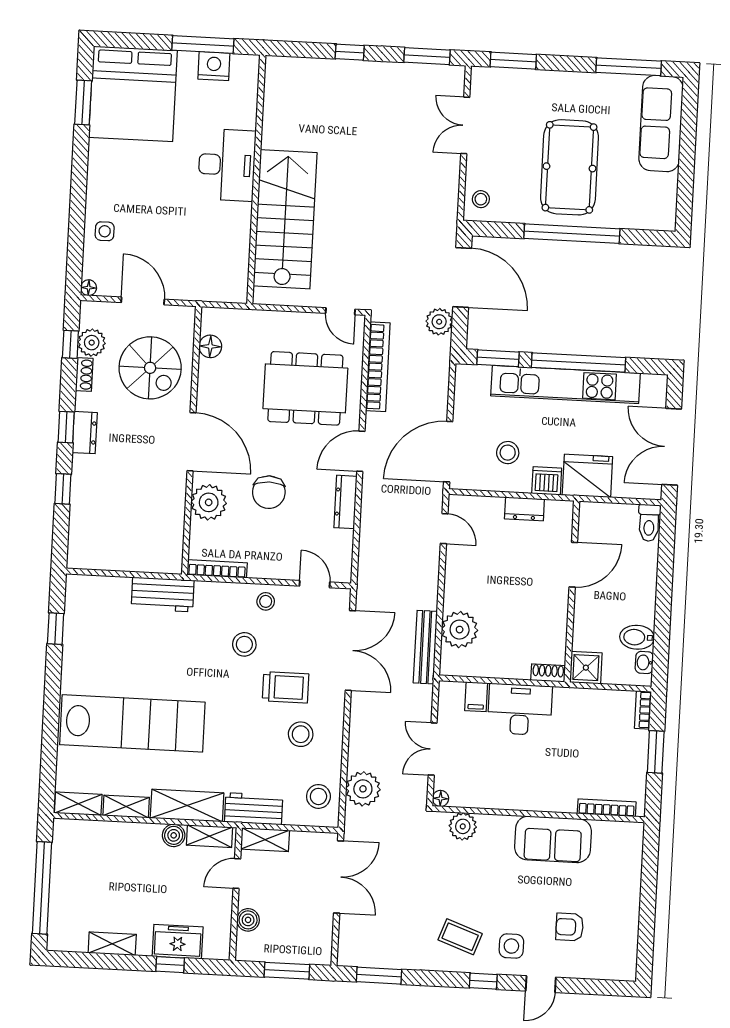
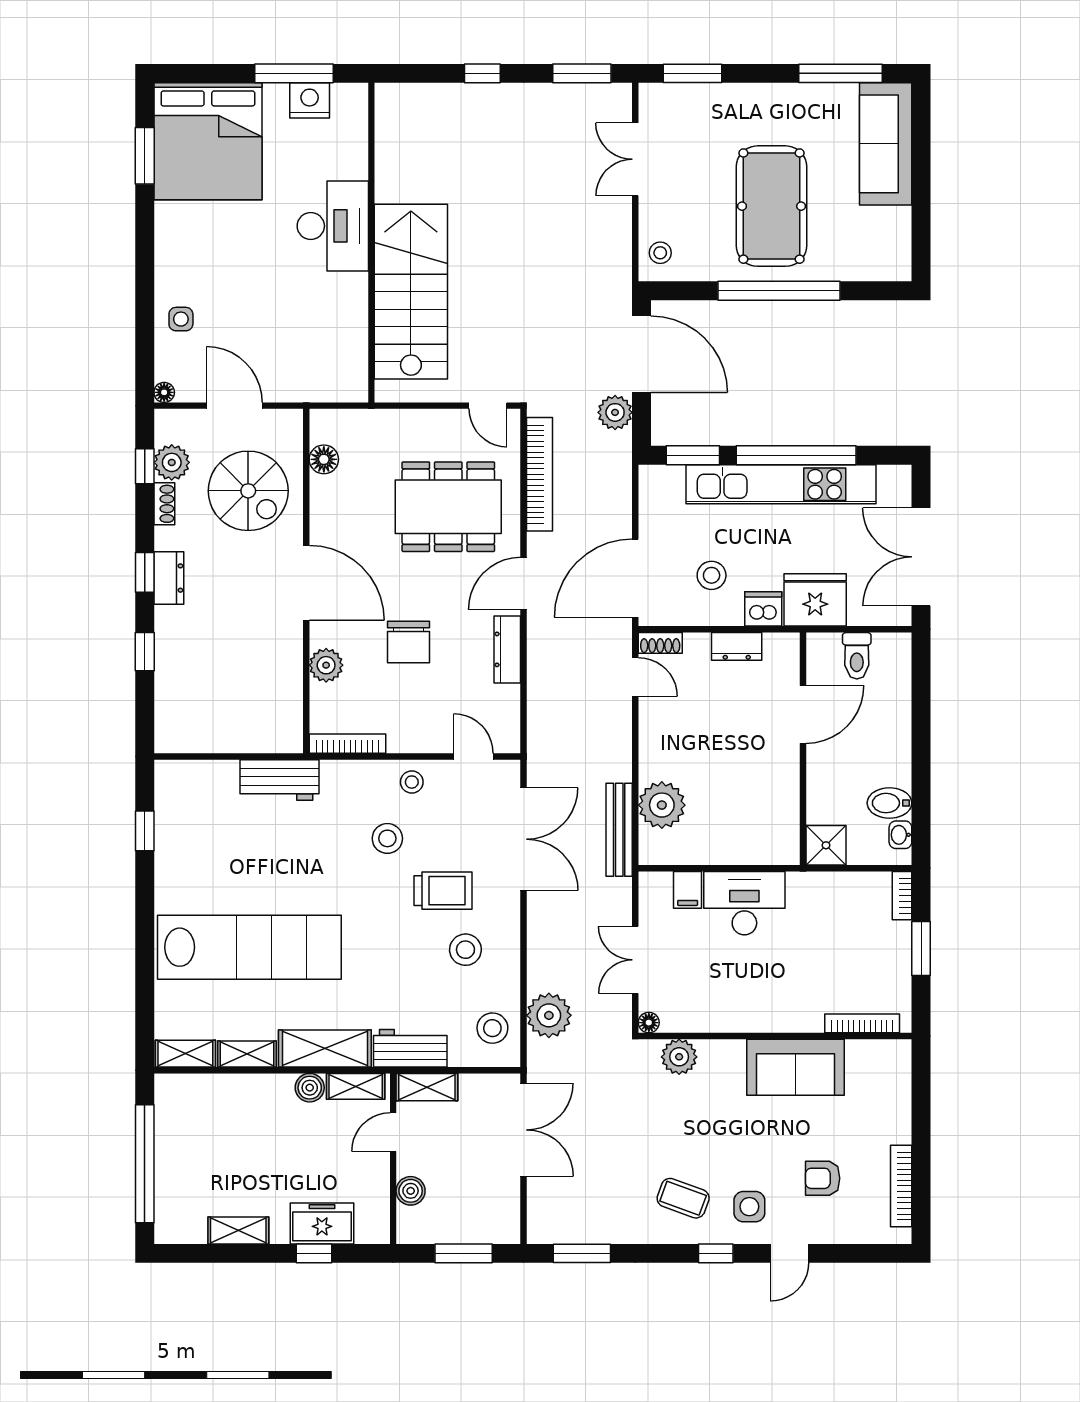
plant: (209, 502) -> (326, 665), width x0.73, depth x0.73
toilet: (649, 523) -> (857, 656), moved
shoe rack: (548, 673) -> (660, 643), moved, turned 180
bookcase: (631, 936) -> (901, 1186), added

